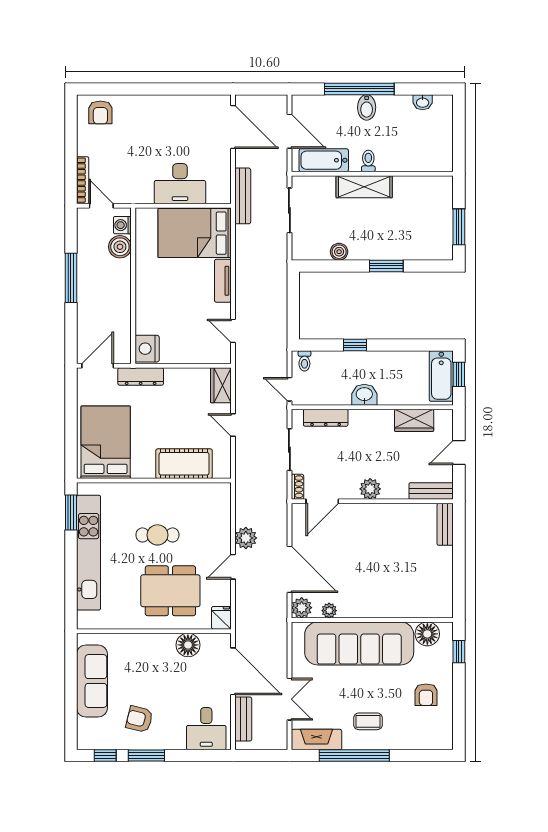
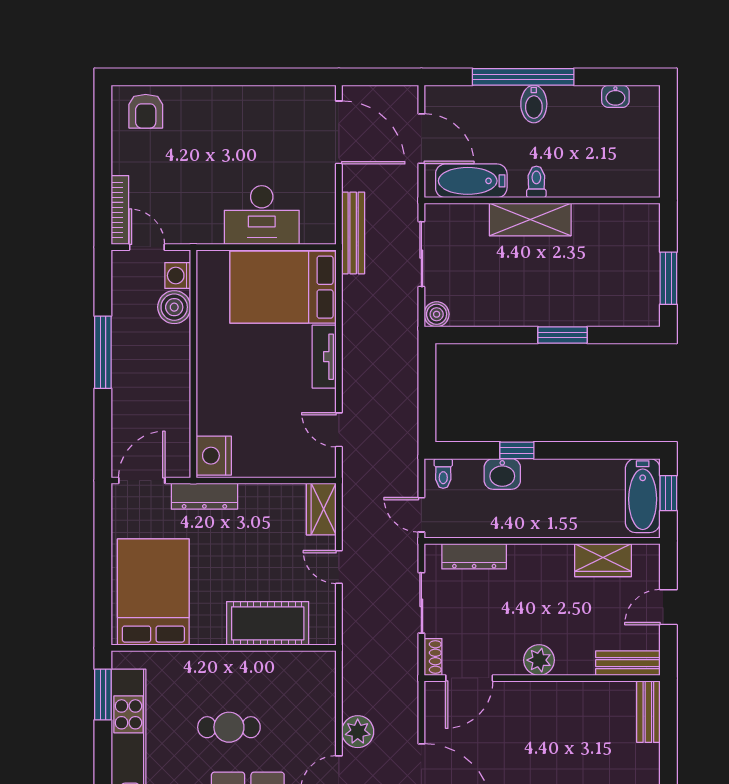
boiler: (339, 252) -> (437, 314), moved
washbasin: (364, 395) -> (502, 474), moved, turned 180

